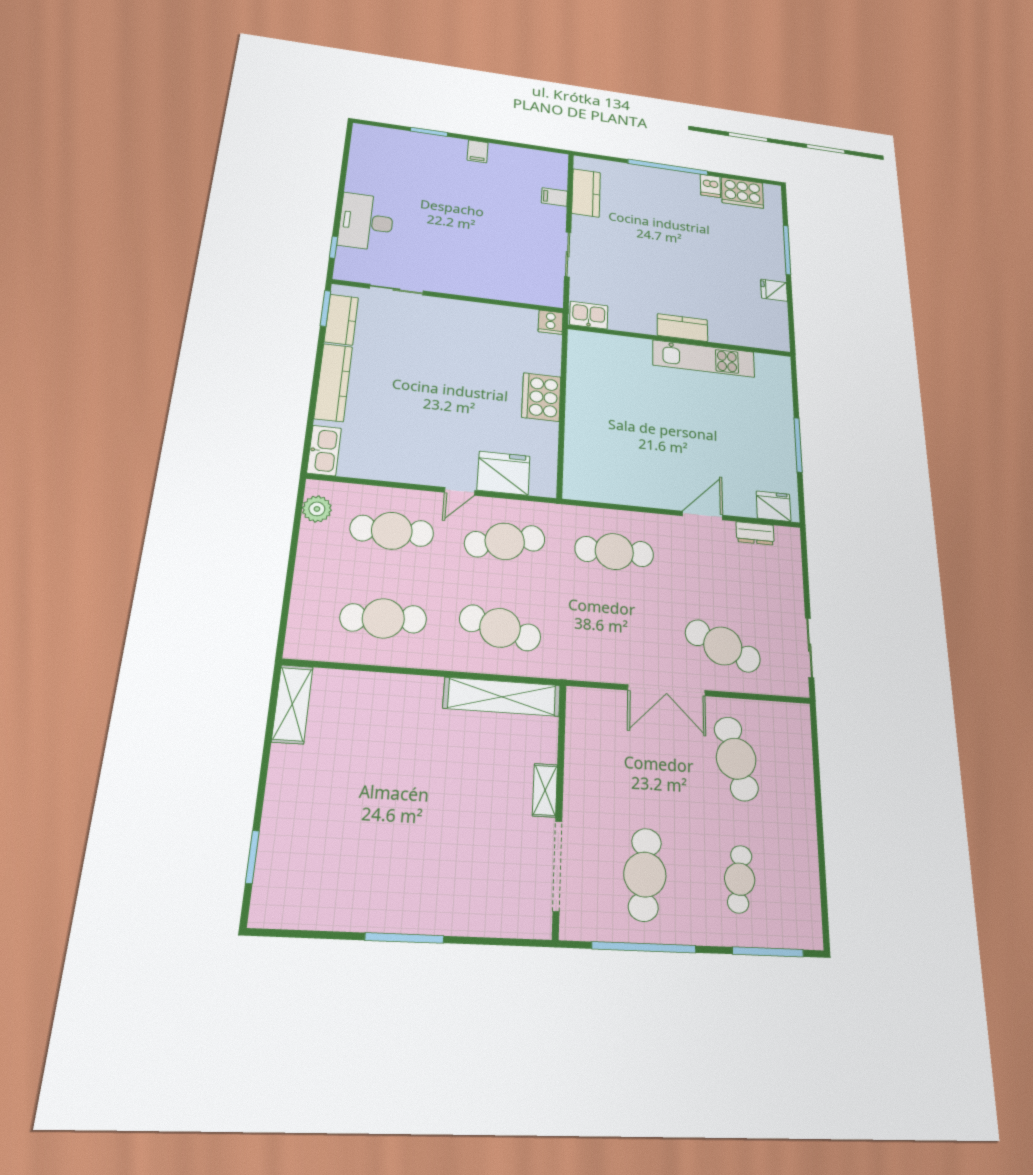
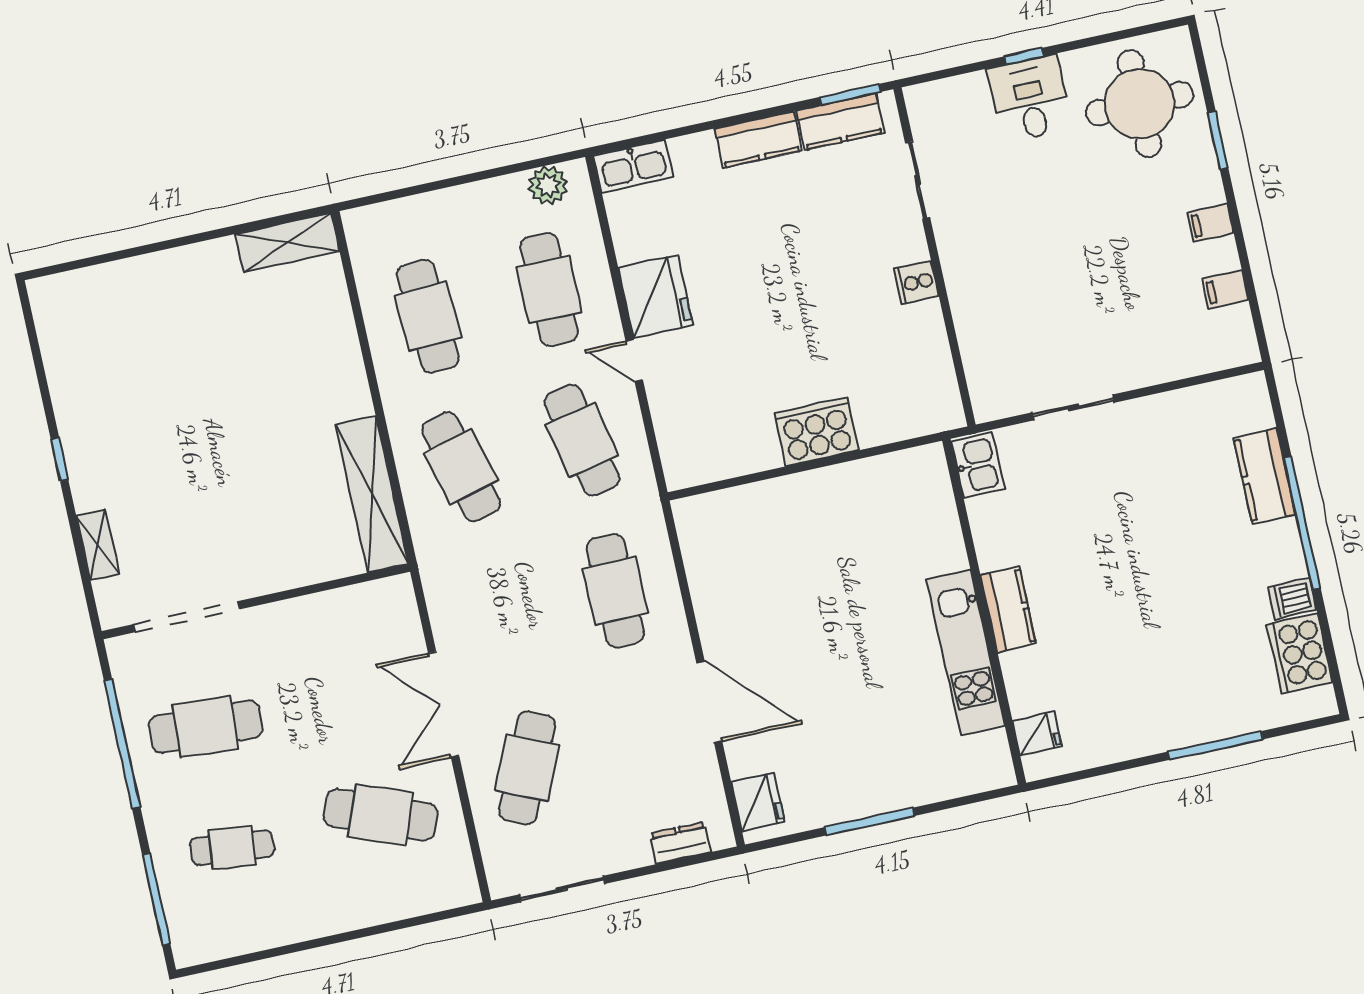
round table: (392, 161) -> (1140, 104), added
kitchen counter: (586, 193) -> (1265, 476), moved, turned 90
filing cabinet: (554, 197) -> (1225, 289), moved, turned -90
desk: (366, 222) -> (1030, 99), width x0.73
window: (334, 247) -> (1024, 56), moved
fridge: (774, 290) -> (1037, 734), moved, turned 90
cooker: (551, 322) -> (916, 282), moved
kitchen counter: (333, 382) -> (758, 140), width x0.67
fridge: (504, 473) -> (656, 296), moved
door: (703, 515) -> (709, 702), width x1.36
dresser: (755, 533) -> (680, 843), moved, turned 90
cafe table: (500, 628) -> (461, 467), turned -30
cafe table: (736, 759) -> (381, 815), turned 36
shelving: (545, 790) -> (98, 545), moved, turned 90
window: (252, 857) -> (101, 259), removed
window: (405, 938) -> (60, 460), width x0.46

